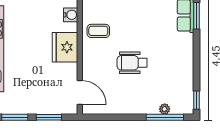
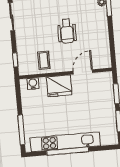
door: (80, 93) -> (83, 72), moved

